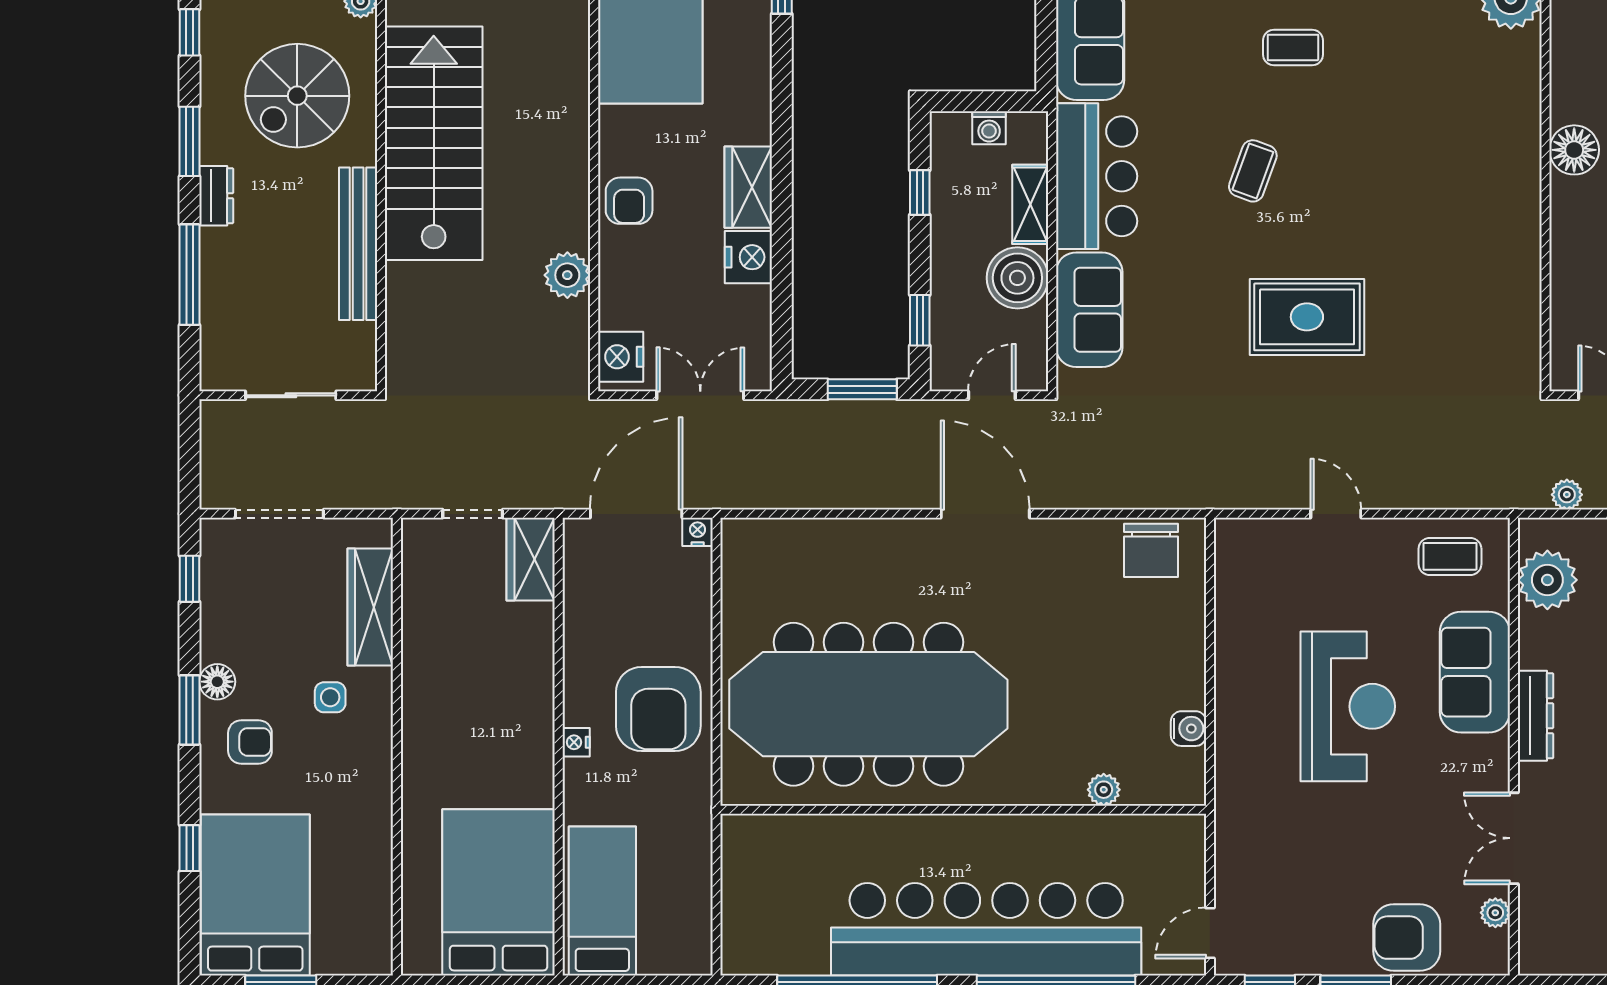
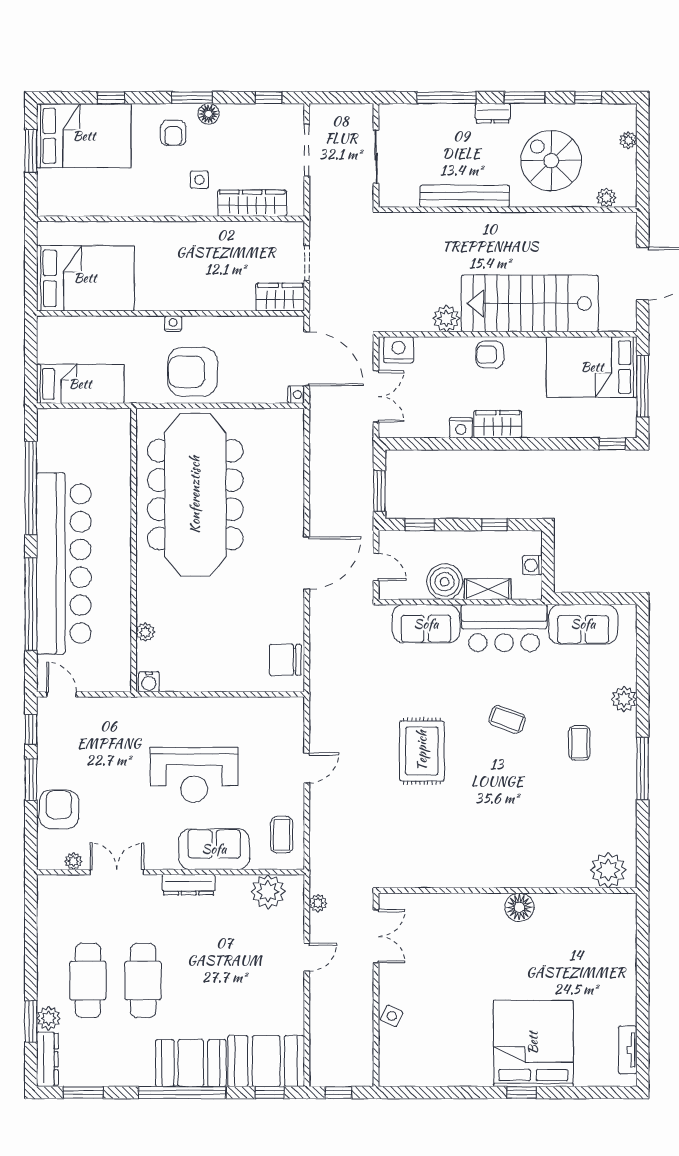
stairs: (434, 143) -> (530, 303), moved, turned 180
nightstand: (748, 257) -> (461, 428), width x0.74, depth x0.75
water cooler: (1188, 729) -> (149, 682), moved
bed: (602, 901) -> (80, 384), moved

